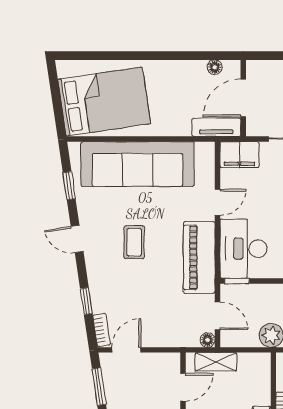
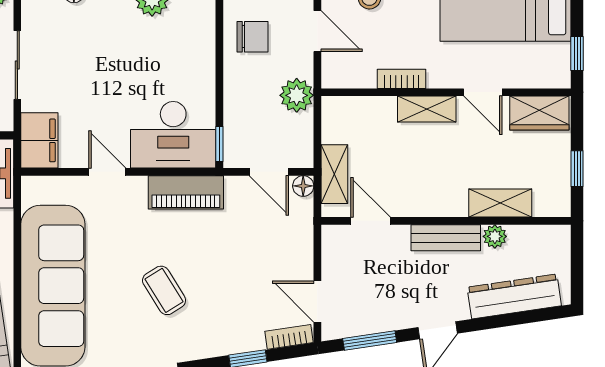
coffee table: (134, 242) -> (164, 290), turned 58
piano: (199, 257) -> (186, 192), width x0.73, depth x0.75
door: (217, 316) -> (269, 172), swing flipped

